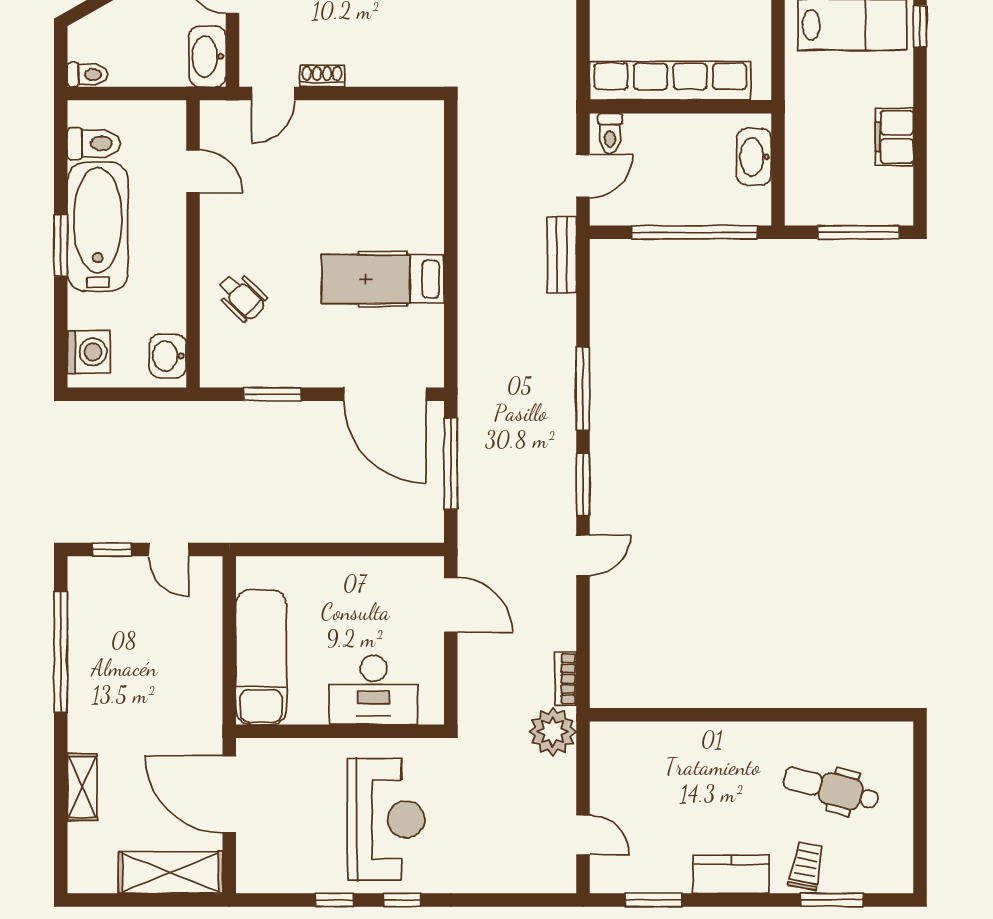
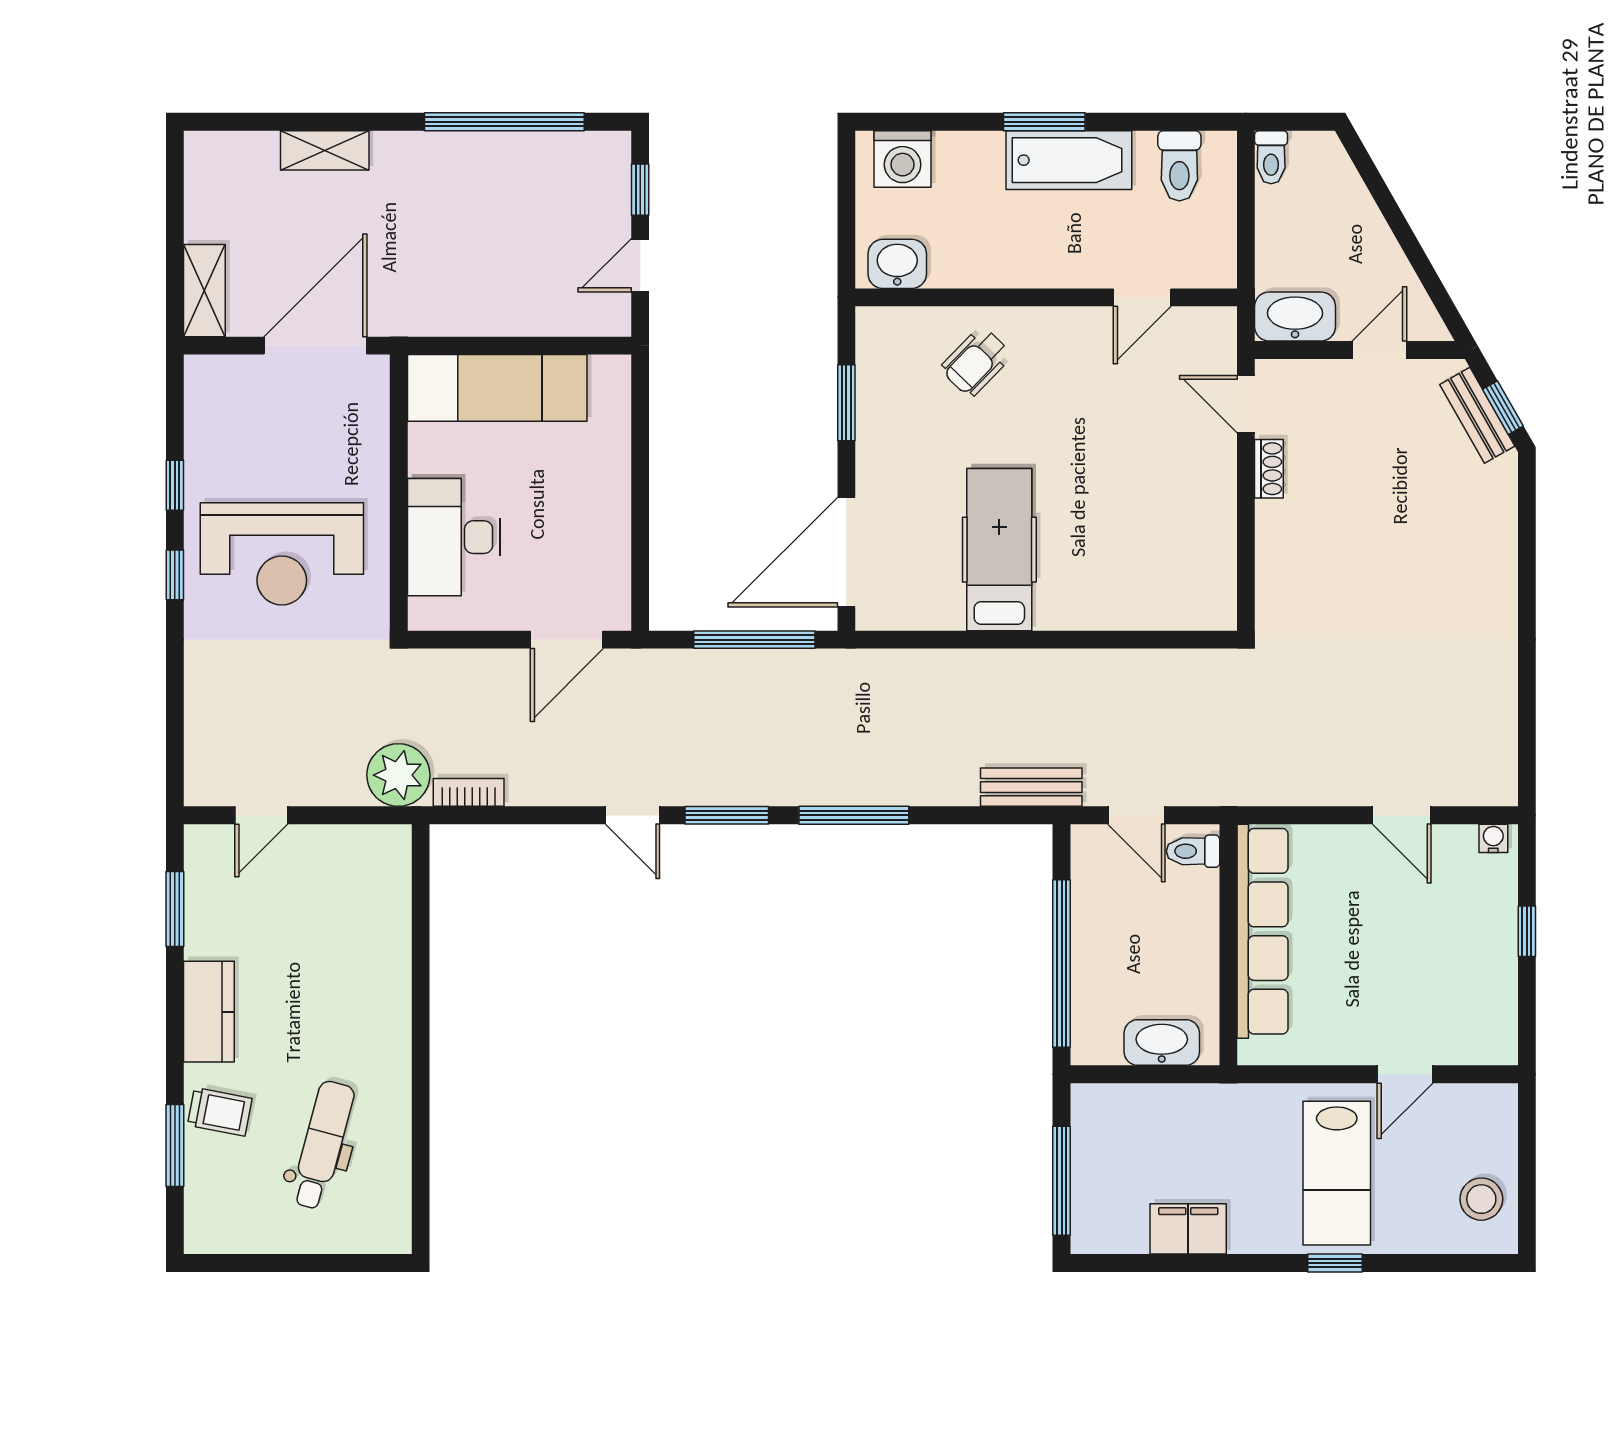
bathtub: (98, 227) -> (1069, 160), width x0.73, depth x0.73
shelving: (171, 872) -> (204, 291), width x0.67, depth x0.75

